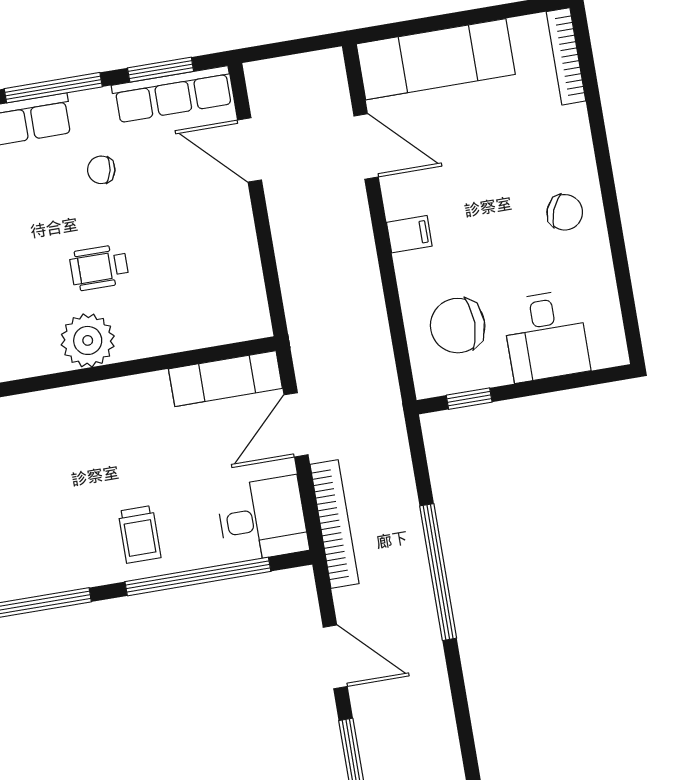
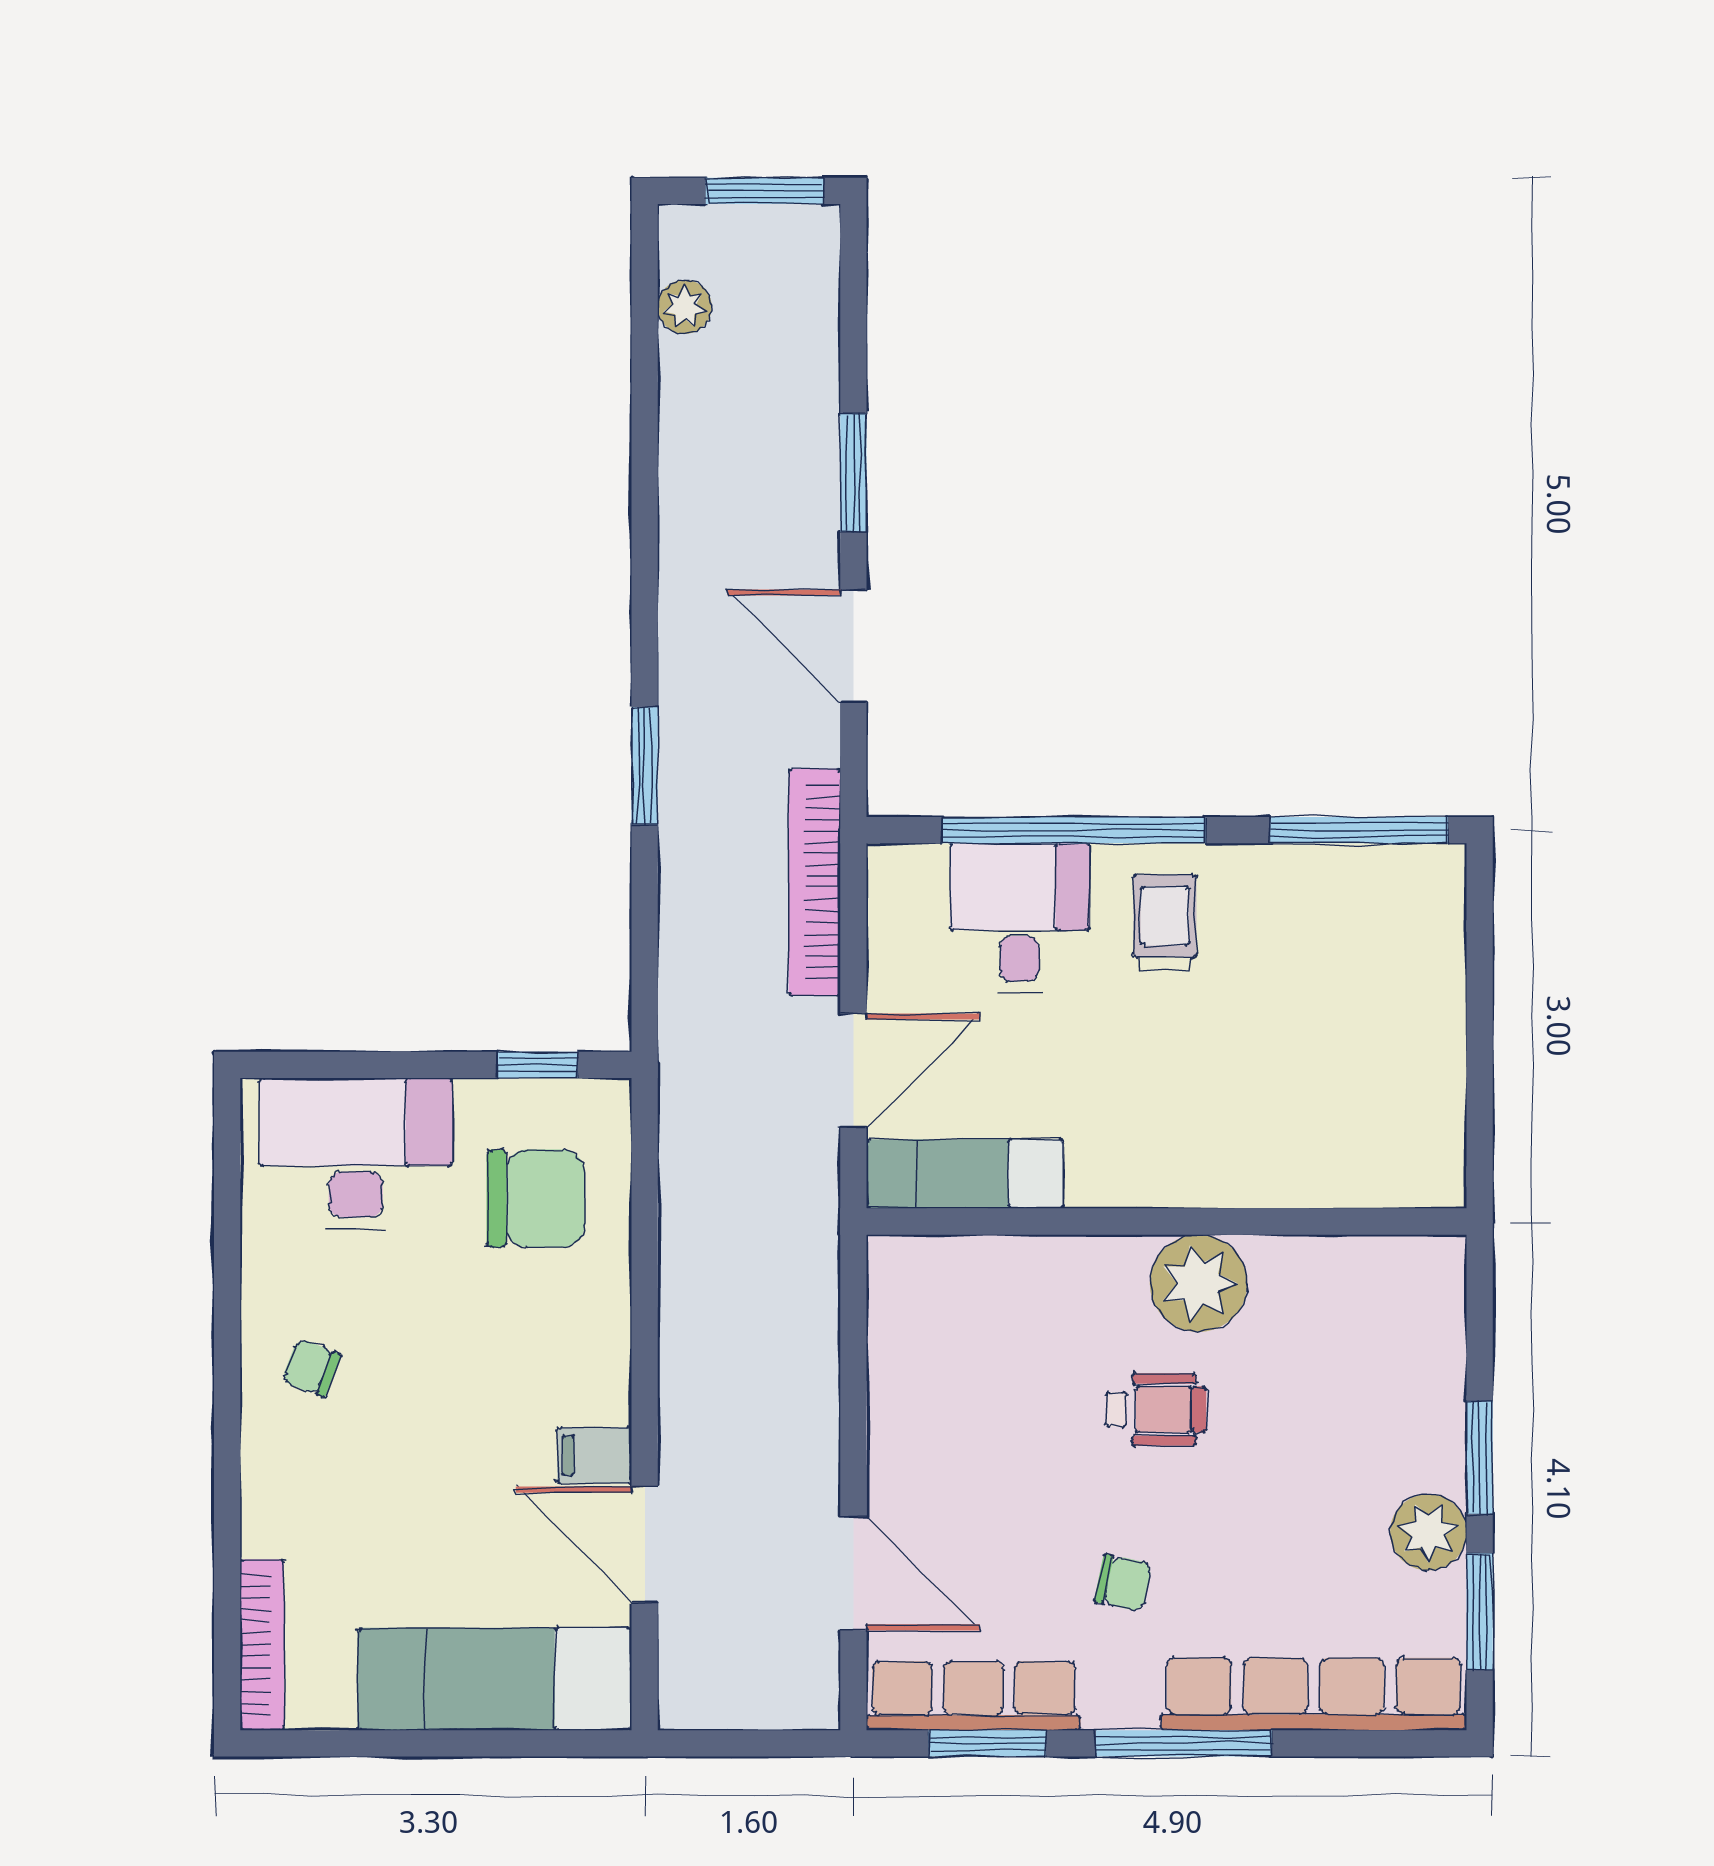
chair: (565, 212) -> (311, 1368), width x0.73, depth x0.73
filing cabinet: (409, 234) -> (594, 1456), moved
desk: (546, 336) -> (356, 1154), width x1.37
desk: (262, 519) -> (1019, 918), moved, turned 90
window: (438, 572) -> (645, 766), width x0.47

